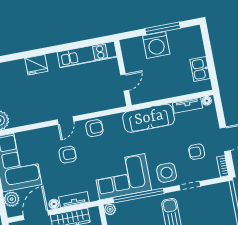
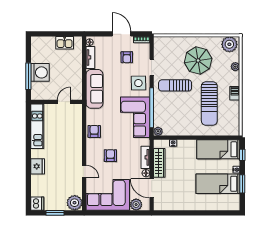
window: (163, 28) -> (28, 76), moved
door: (125, 83) -> (64, 102), hinge flipped
door: (66, 120) -> (84, 171), moved

